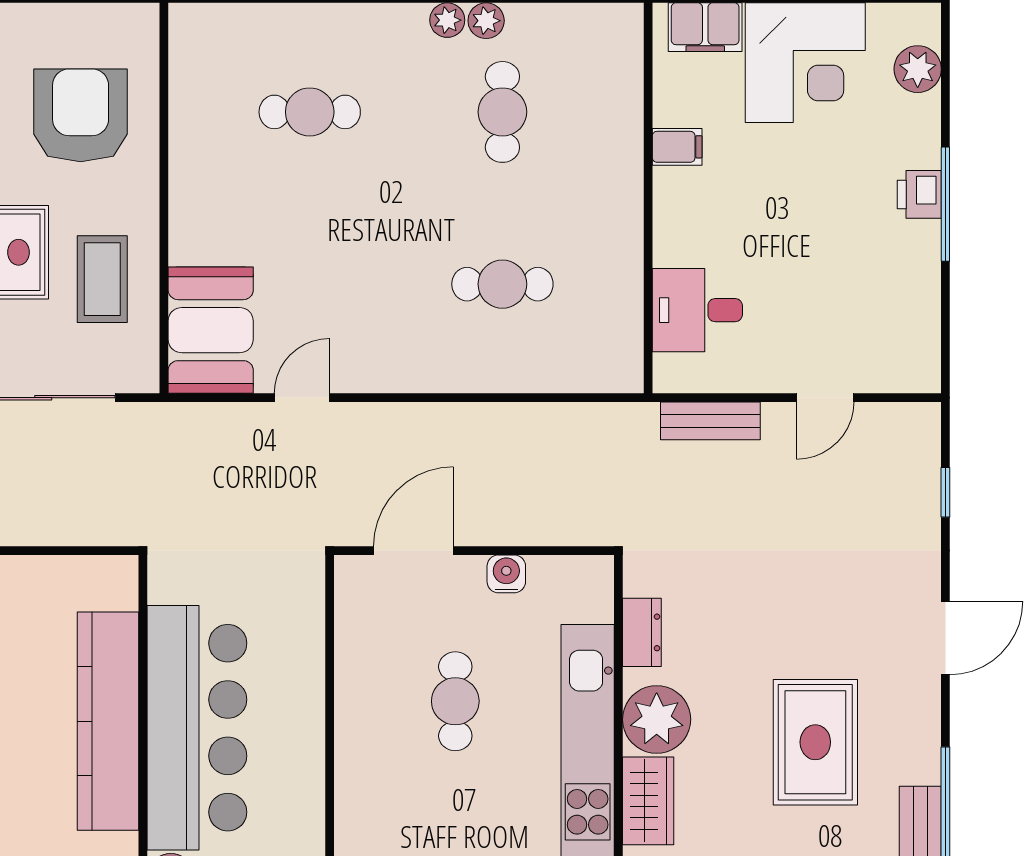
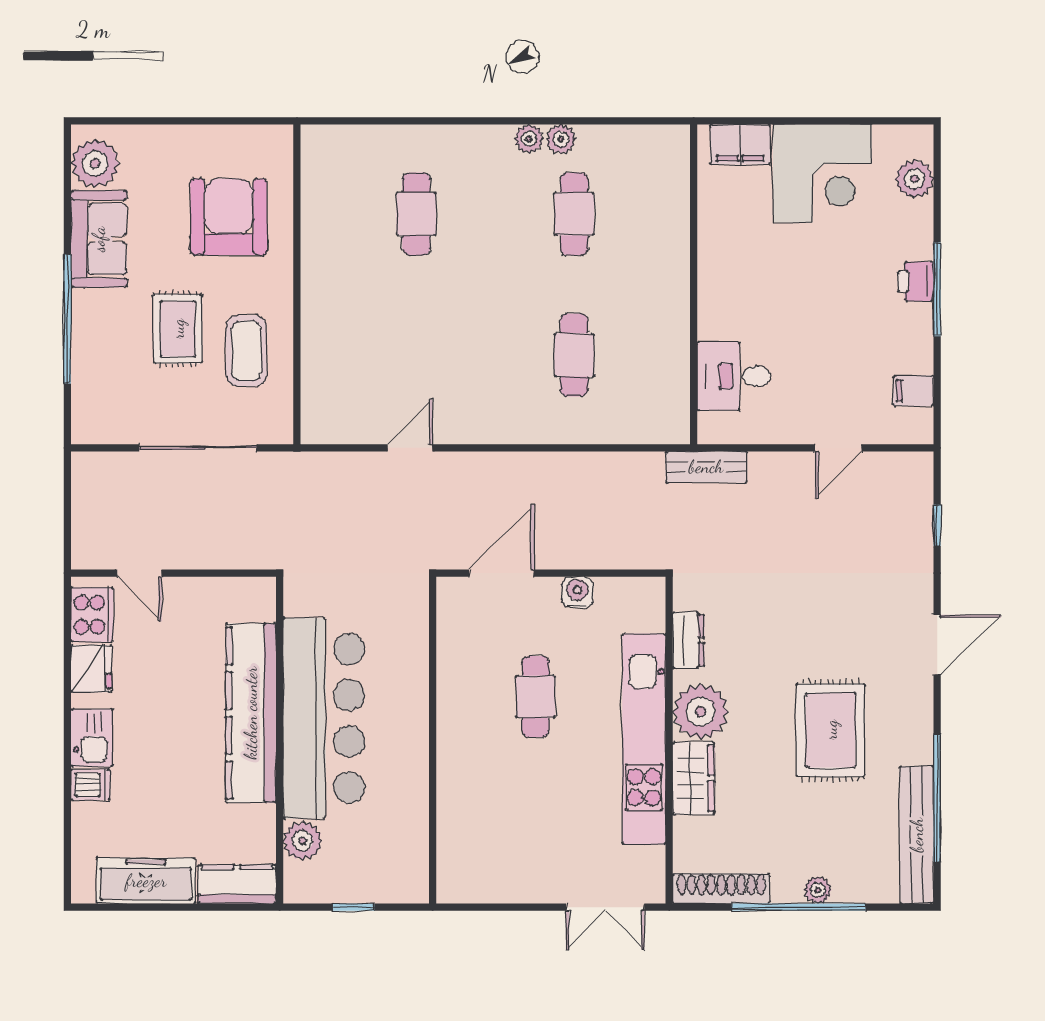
cafe table: (310, 112) -> (416, 214), turned 90
filing cabinet: (677, 147) -> (913, 391), moved, turned 180
cafe table: (502, 284) -> (574, 355), turned 90
booth: (211, 330) -> (335, 393), removed
bench: (710, 421) -> (706, 467), moved

